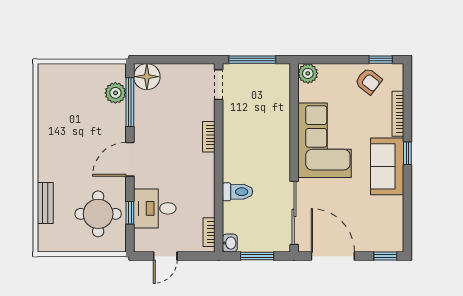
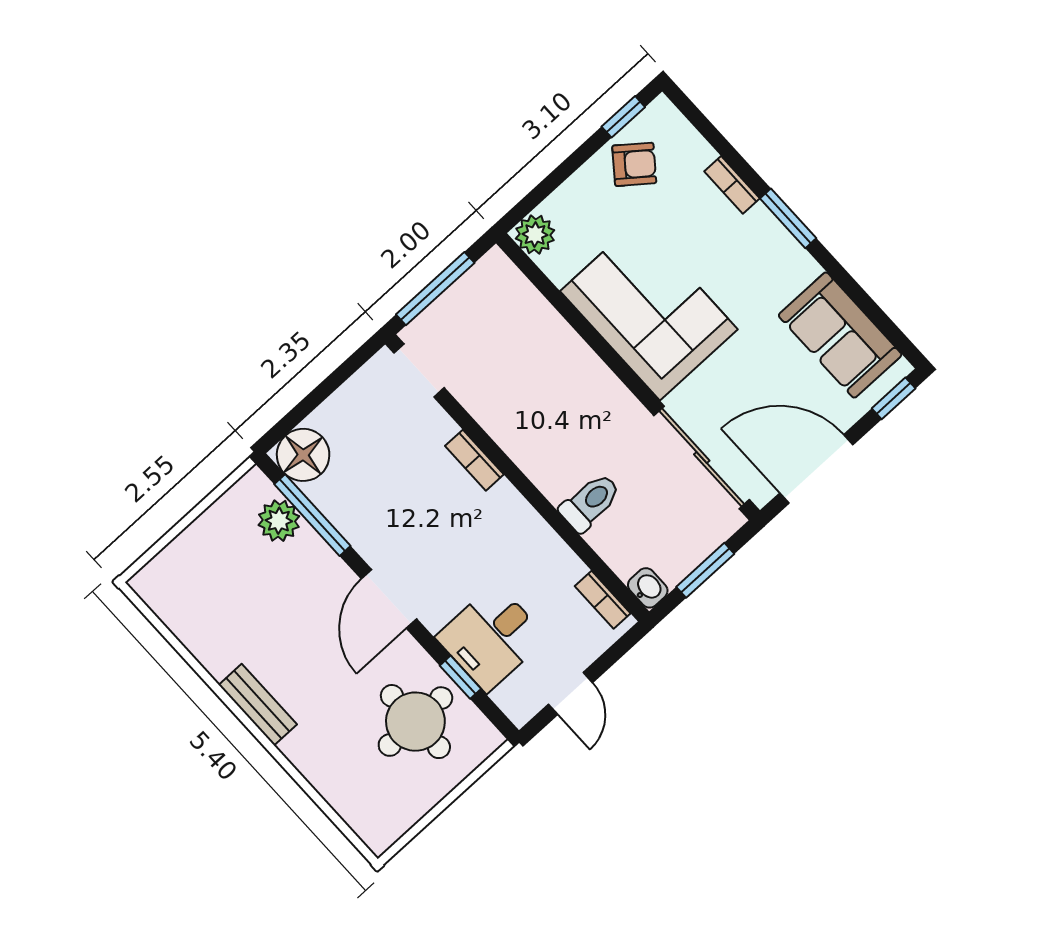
bookcase: (398, 114) -> (732, 185), width x0.64
window: (407, 153) -> (788, 218), width x1.50
sofa: (387, 166) -> (840, 335), moved
bench: (45, 203) -> (258, 705), moved

